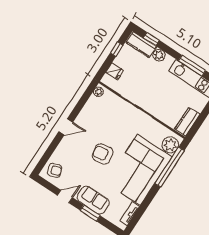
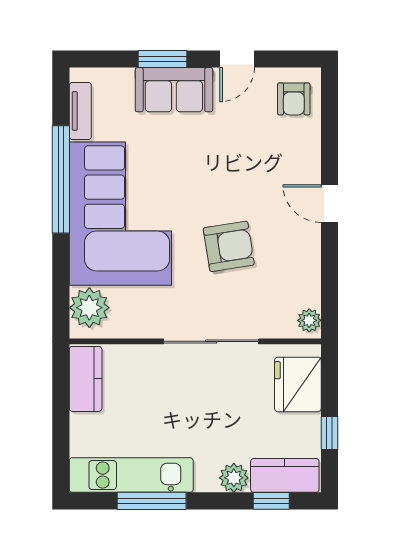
fridge: (115, 71) -> (298, 384), width x1.88, depth x1.34
door: (66, 127) -> (329, 204), hinge flipped
armchair: (103, 154) -> (229, 246), moved
window: (170, 167) -> (61, 179), moved
armchair: (55, 170) -> (294, 99), turned -70

